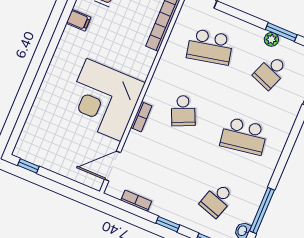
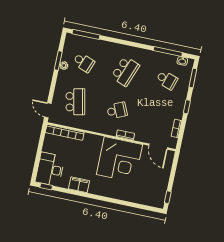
filing cabinet: (78, 20) -> (79, 185), width x2.00
school desk: (244, 136) -> (125, 71), turned 30

